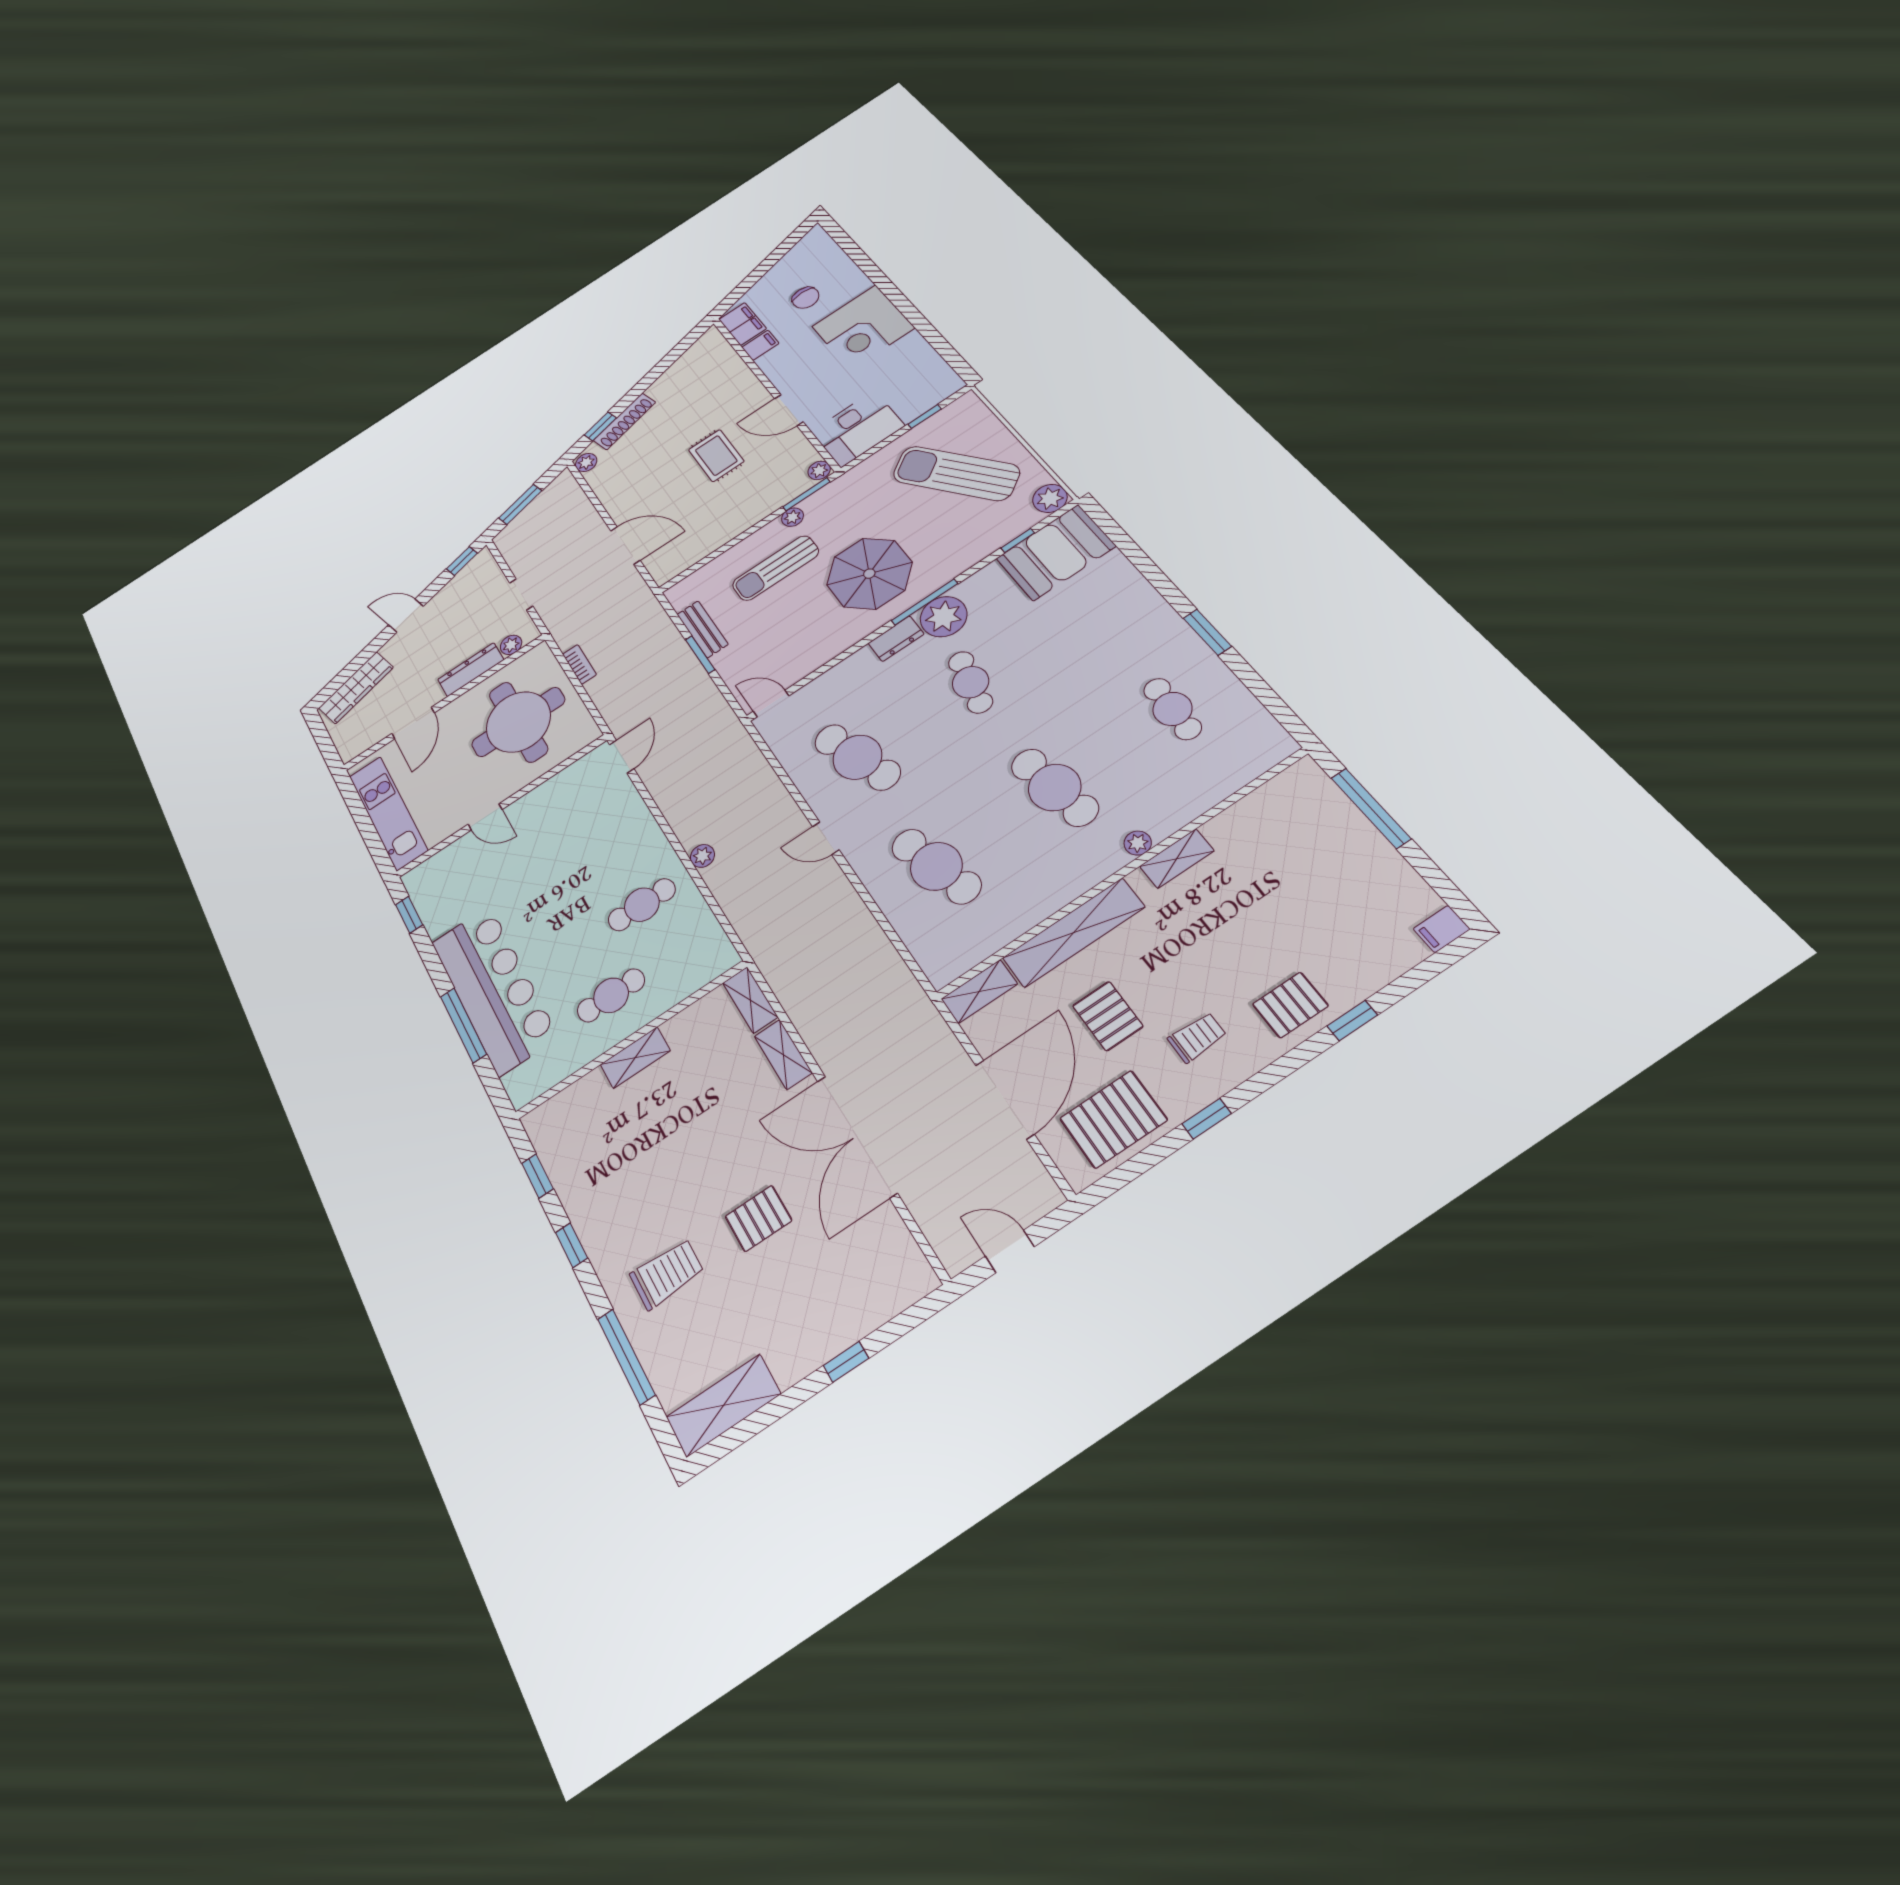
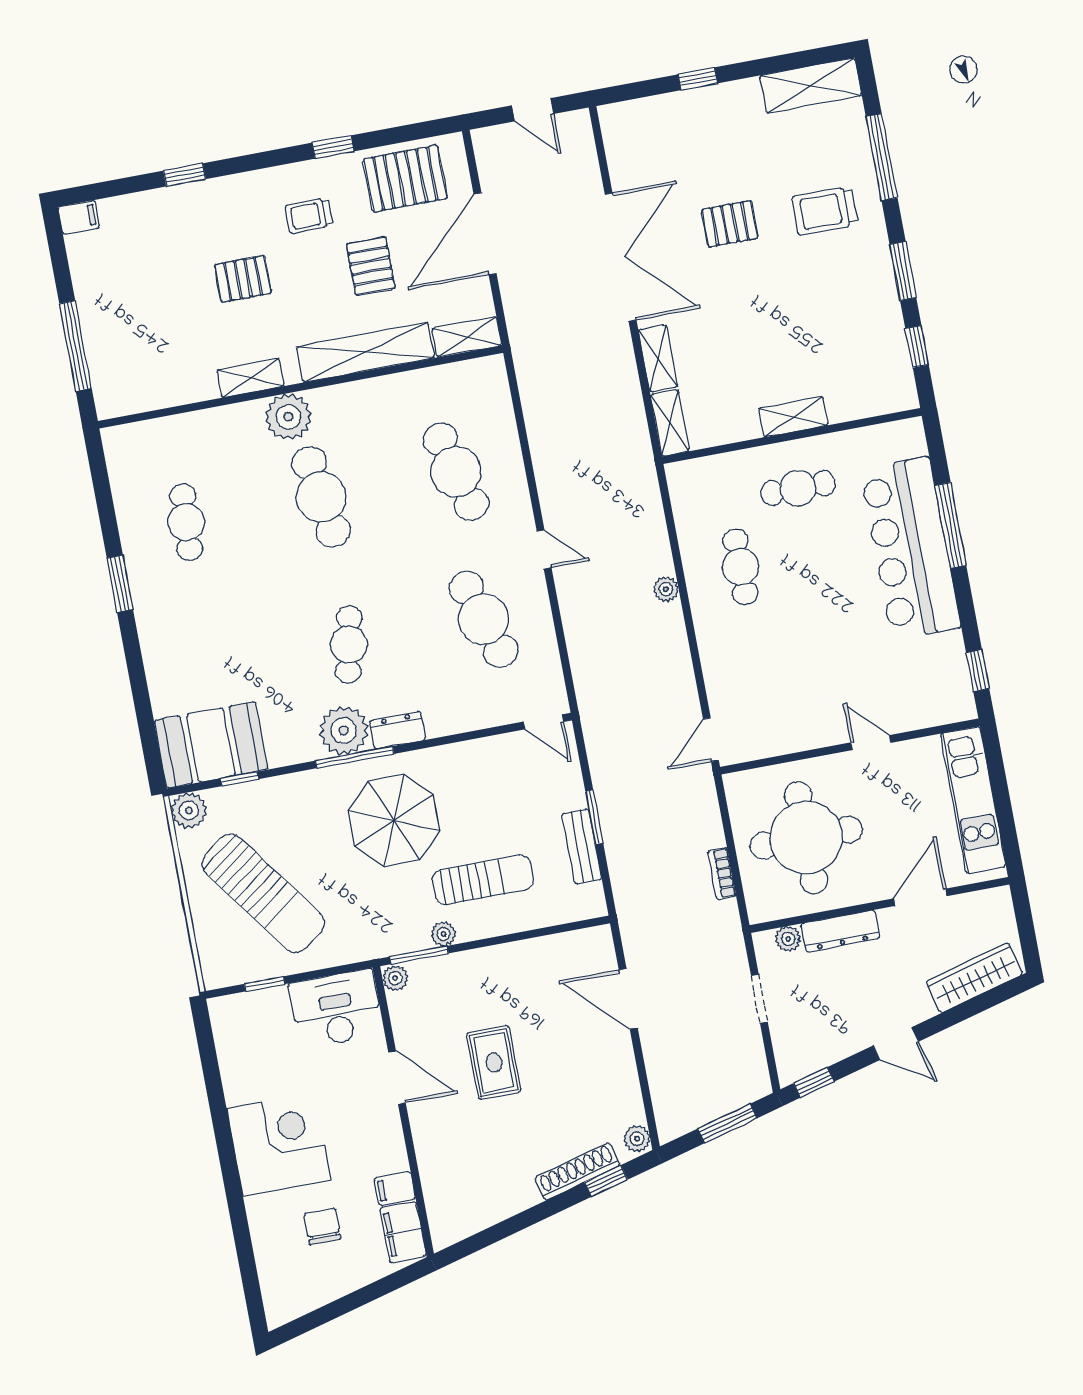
plant: (1138, 843) -> (288, 417), width x1.88, depth x1.88
cafe table: (642, 905) -> (740, 567), turned 90
pallet: (1290, 1005) -> (243, 279), moved
window: (571, 1245) -> (903, 271), width x1.50

